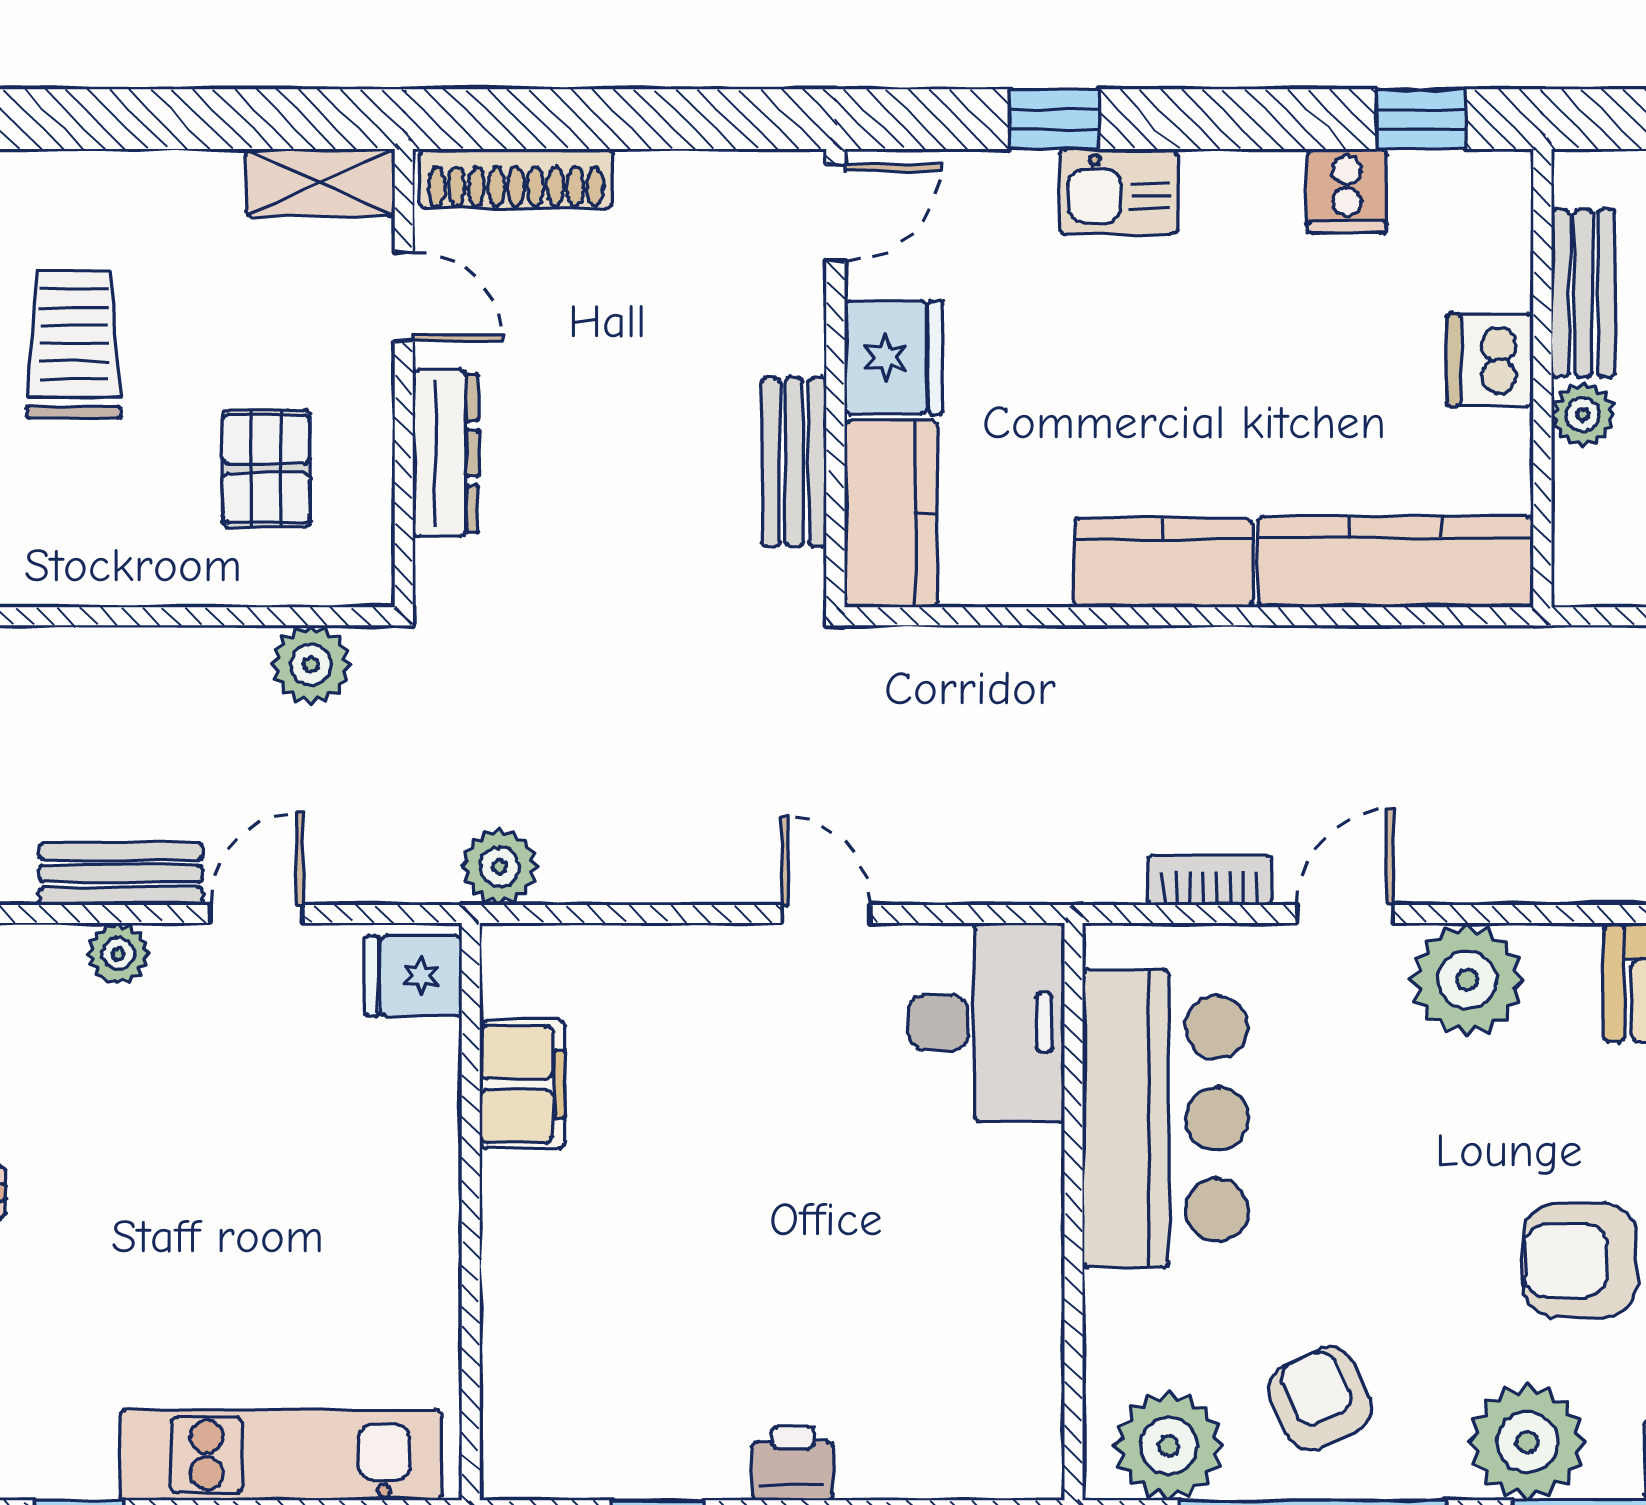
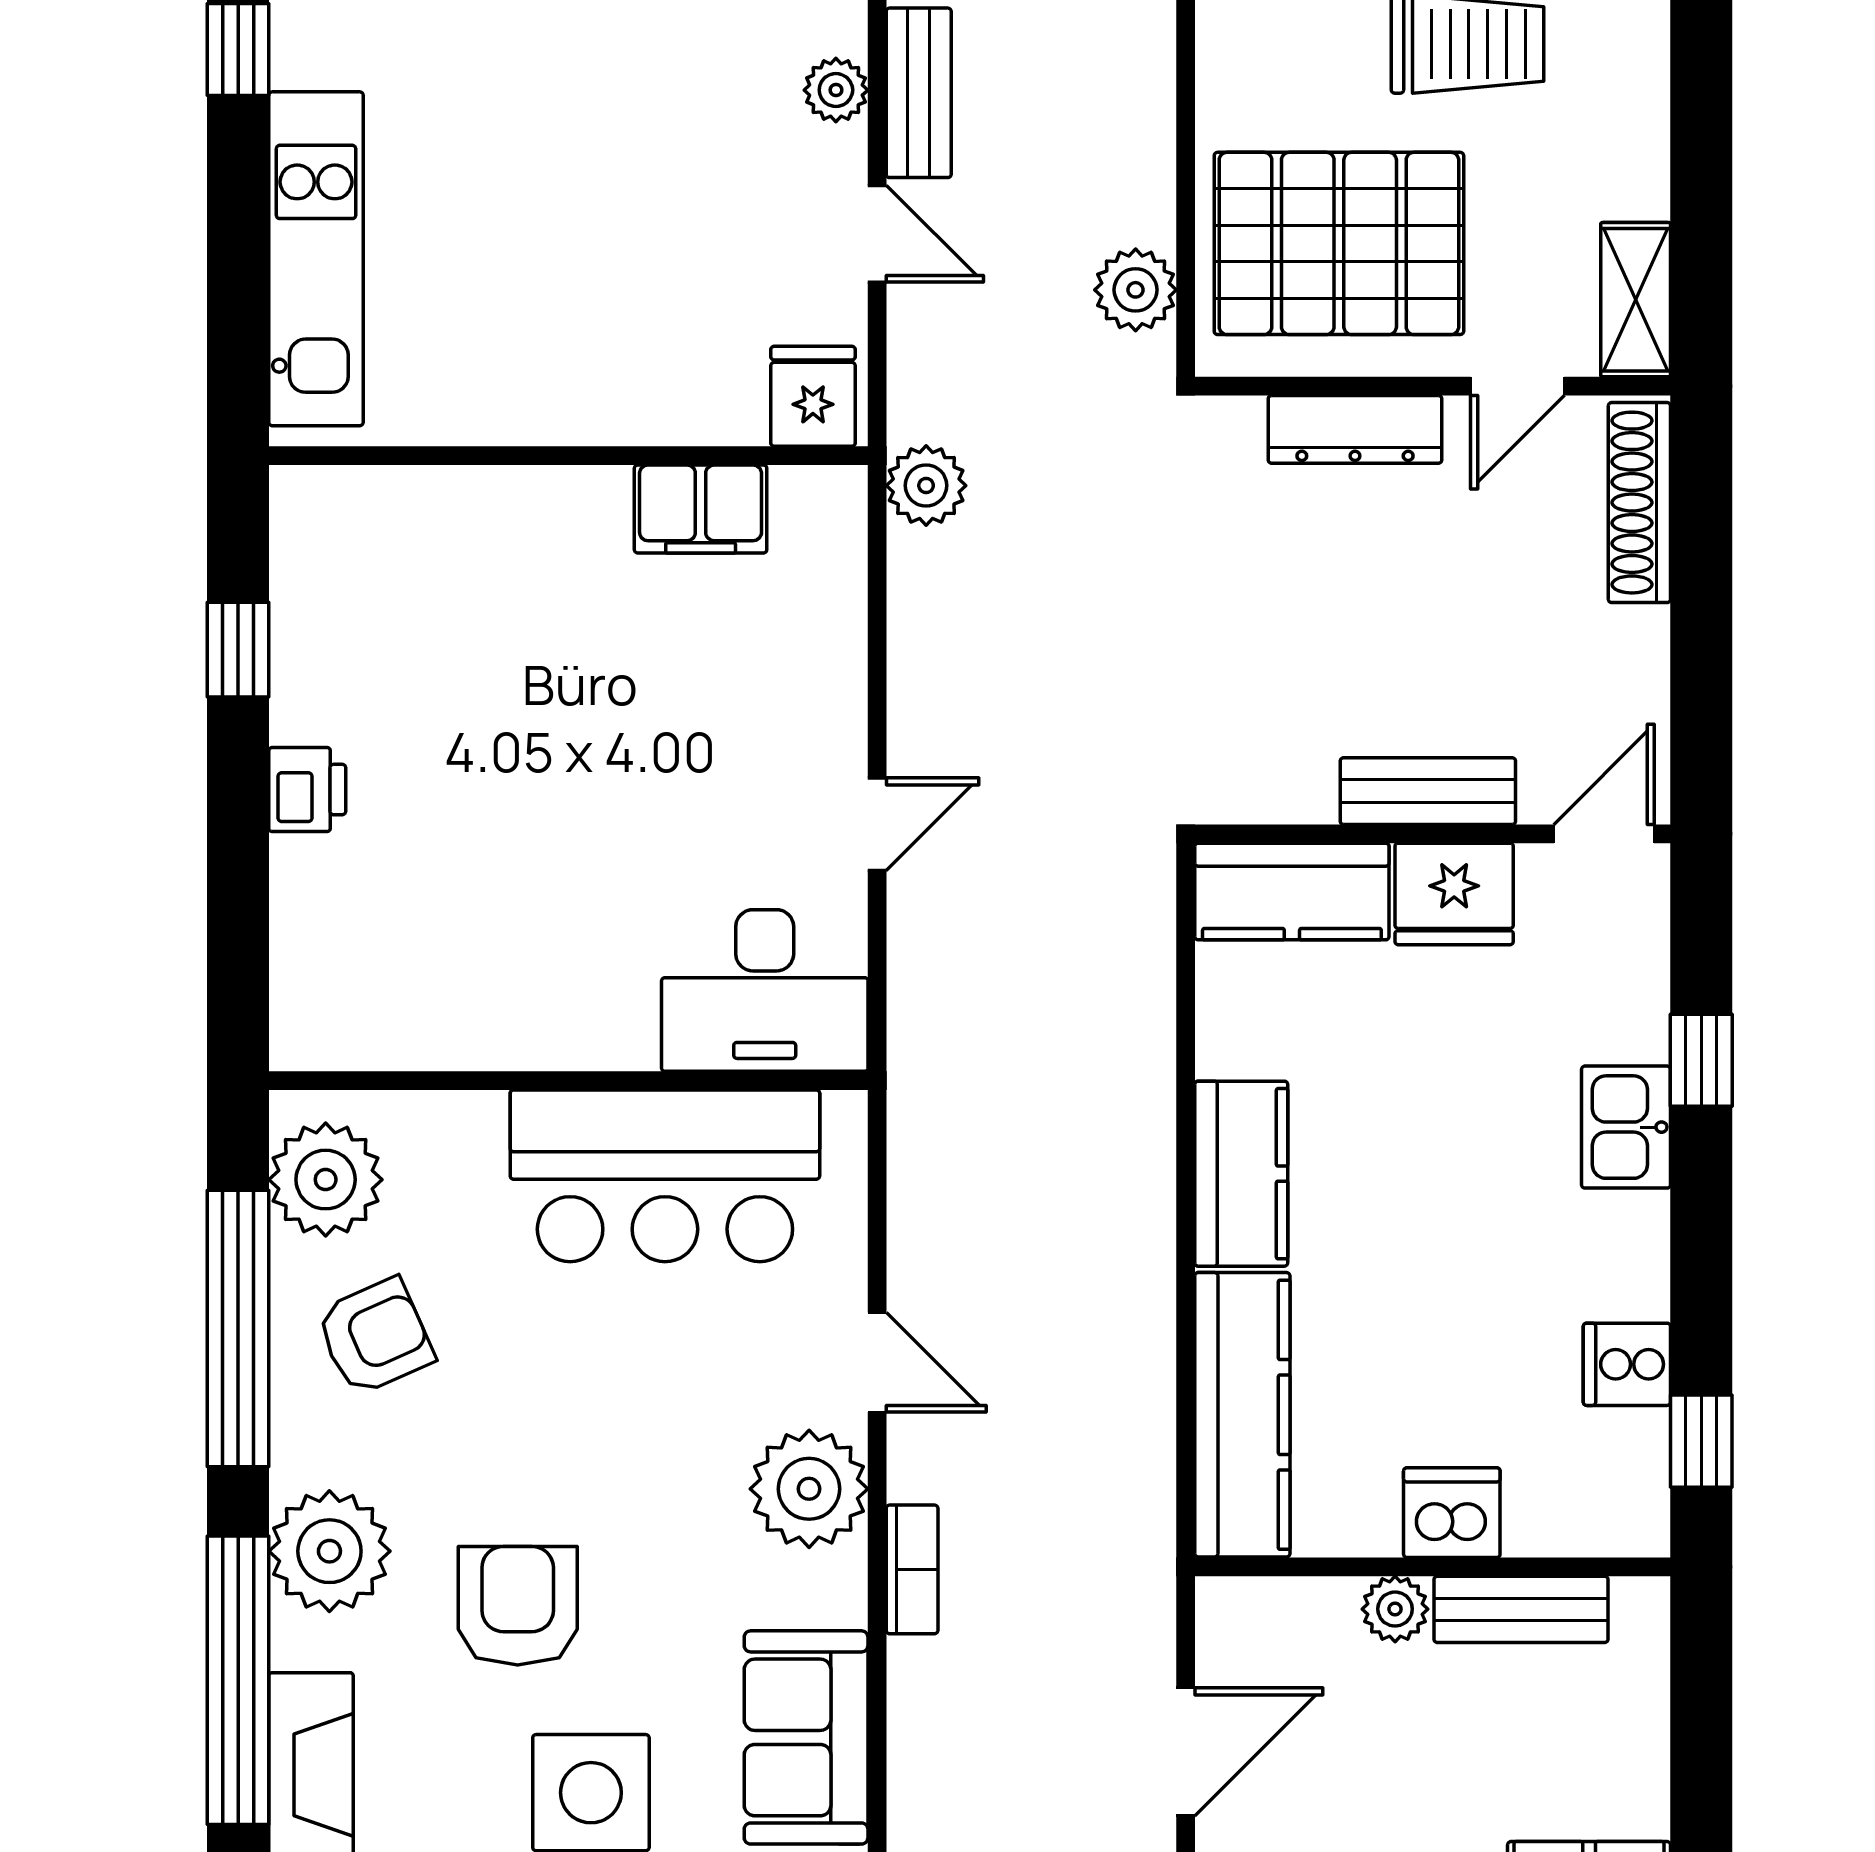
door: (835, 213) -> (1604, 834), swing flipped
bench: (794, 462) -> (1428, 791), moved
pallet: (266, 469) -> (1339, 243), width x2.05, depth x2.00
bookcase: (1210, 880) -> (912, 1569), moved

